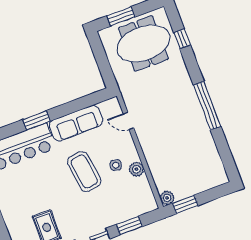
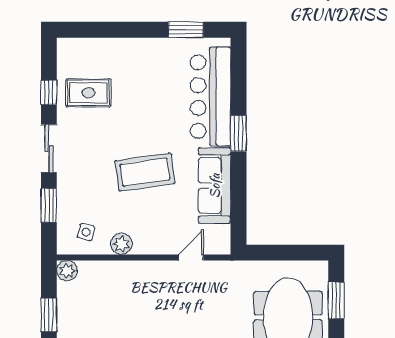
side table: (116, 165) -> (86, 232), moved
window: (185, 204) -> (49, 315), moved

